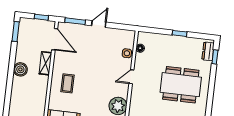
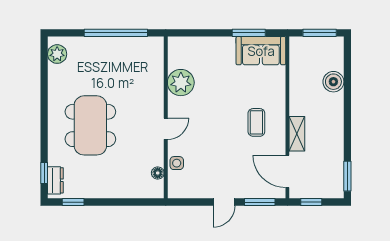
window: (180, 33) -> (73, 202), moved
boiler: (20, 69) -> (333, 82), moved
coffee table: (67, 83) -> (256, 122), moved
dining table: (181, 85) -> (90, 125), turned 90

